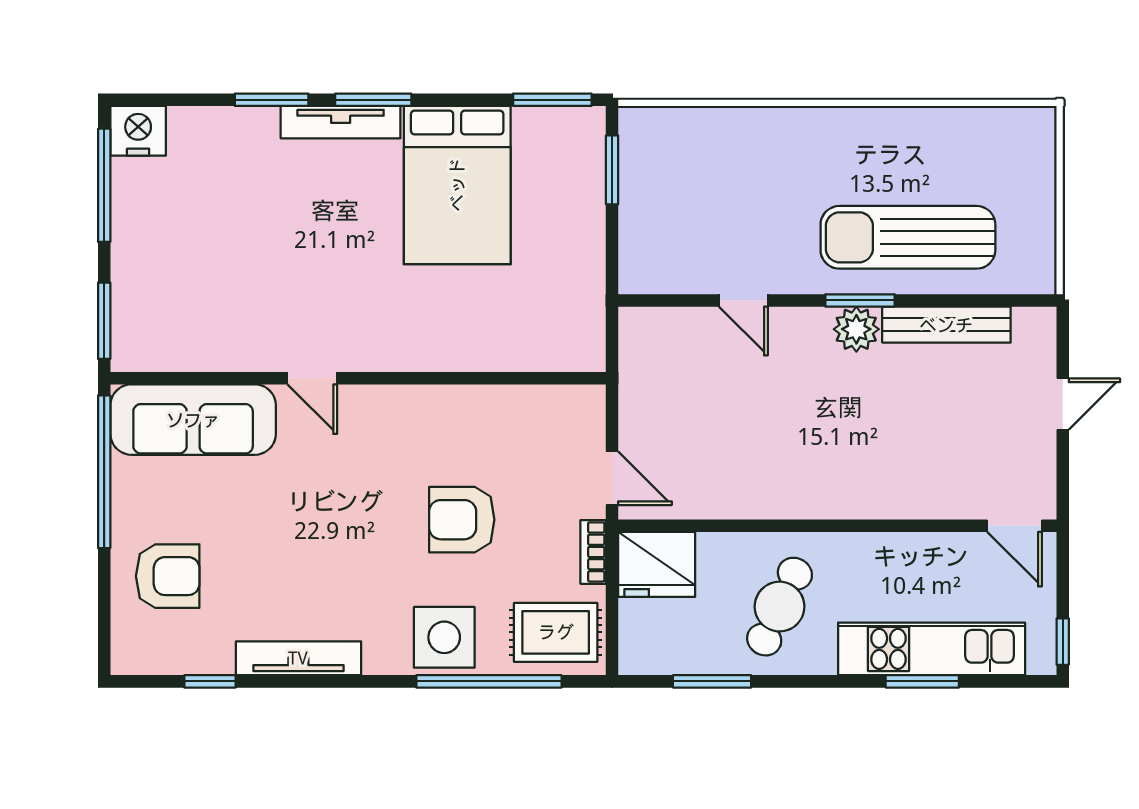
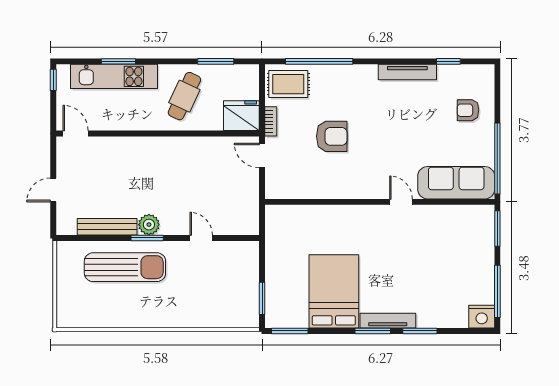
armchair: (168, 576) -> (468, 110), width x0.72, depth x0.72
side table: (444, 637) -> (340, 82), removed

